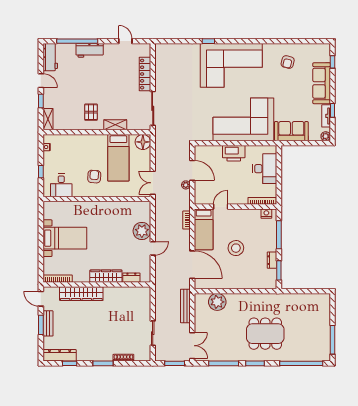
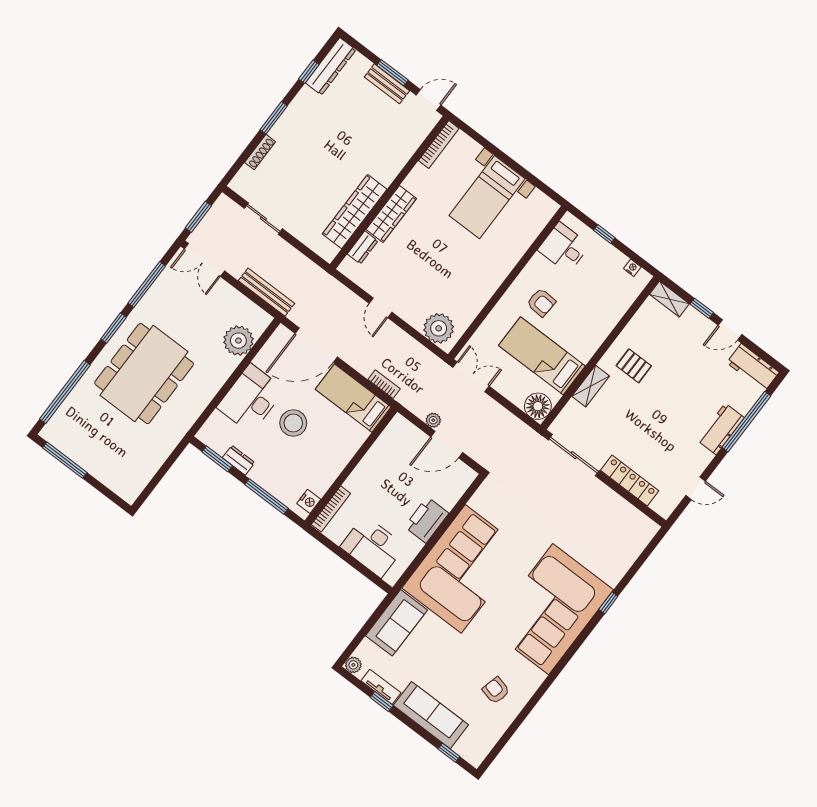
door: (221, 207) -> (367, 445), removed
plant: (142, 231) -> (439, 328), moved
desk: (239, 276) -> (251, 399), added
wardrobe: (81, 294) -> (355, 212), moved
dining table: (265, 334) -> (144, 374), width x1.36, depth x1.24

